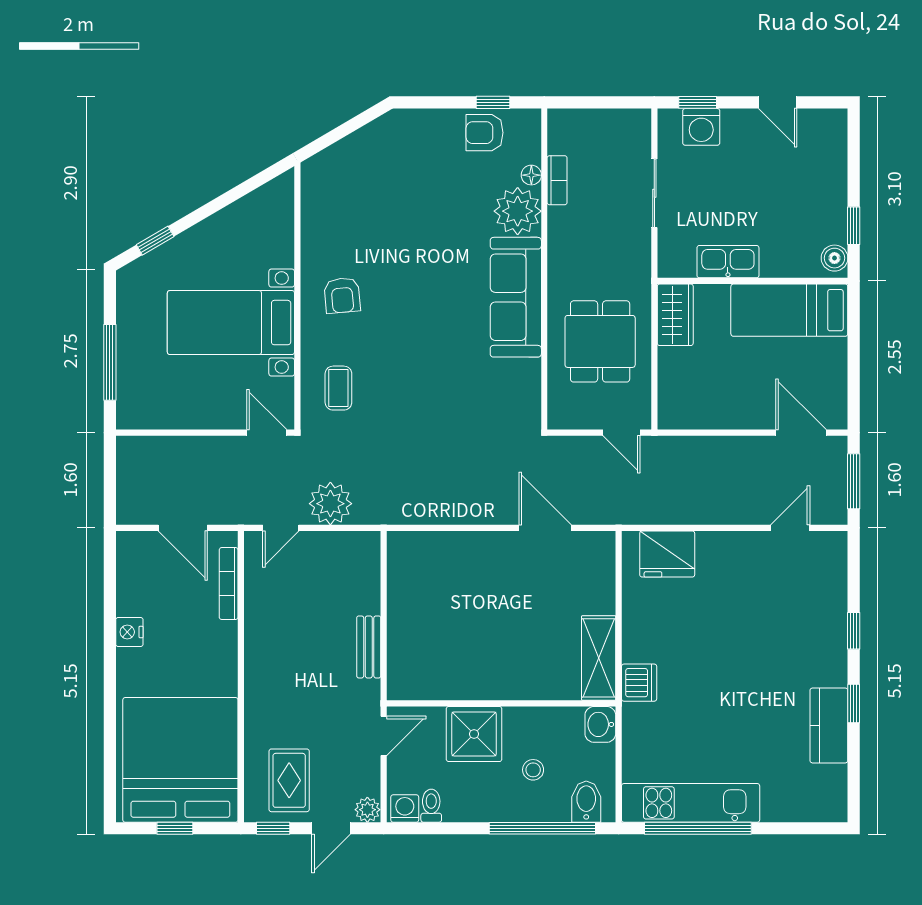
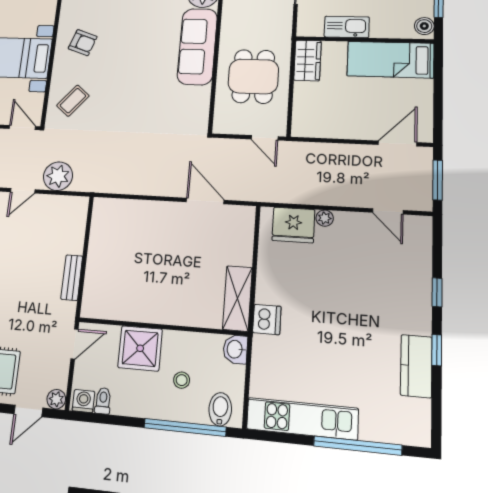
armchair: (342, 295) -> (83, 43), turned -66
coffee table: (338, 388) -> (73, 101), turned 40
door: (801, 433) -> (397, 143), hinge flipped
door: (790, 528) -> (388, 211), swing flipped
plant: (708, 542) -> (325, 218), added
window: (698, 828) -> (358, 446), moved

